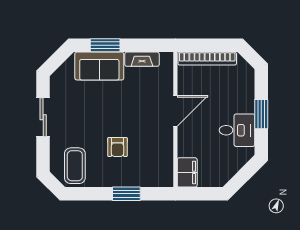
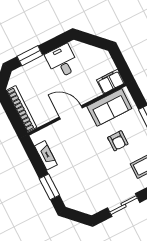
sofa: (99, 66) -> (109, 107), moved, turned 90
window: (261, 114) -> (30, 56), moved
armchair: (117, 147) -> (118, 141), turned 90

